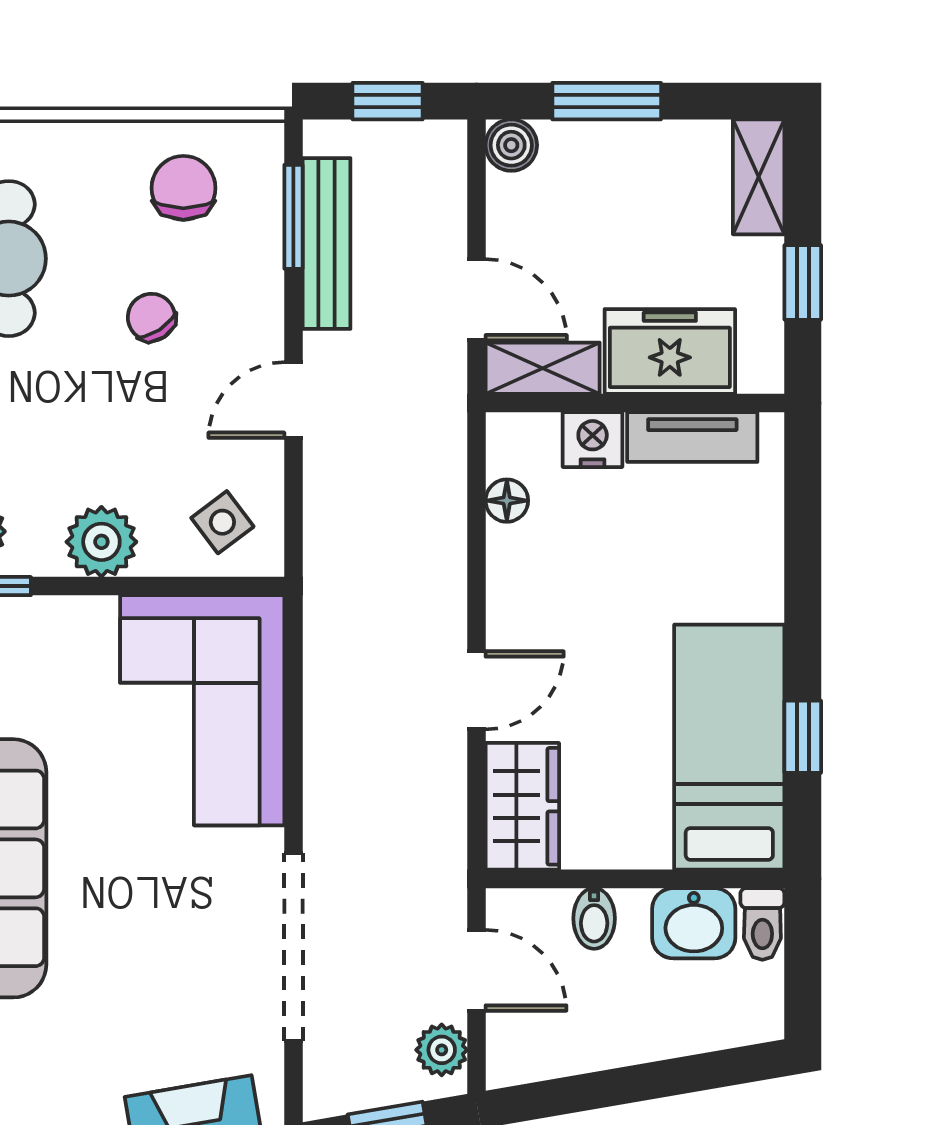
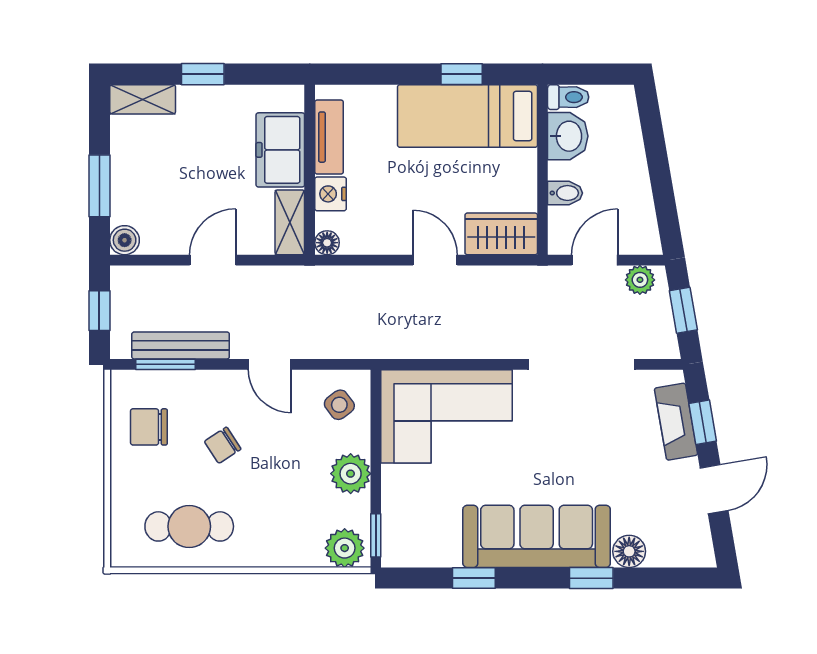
freezer: (670, 351) -> (280, 150), moved
shelving: (543, 368) -> (290, 222), moved
wall: (635, 403) -> (310, 170), moved
tv unit: (692, 437) -> (329, 137), moved
nightstand: (593, 440) -> (331, 194), moved

